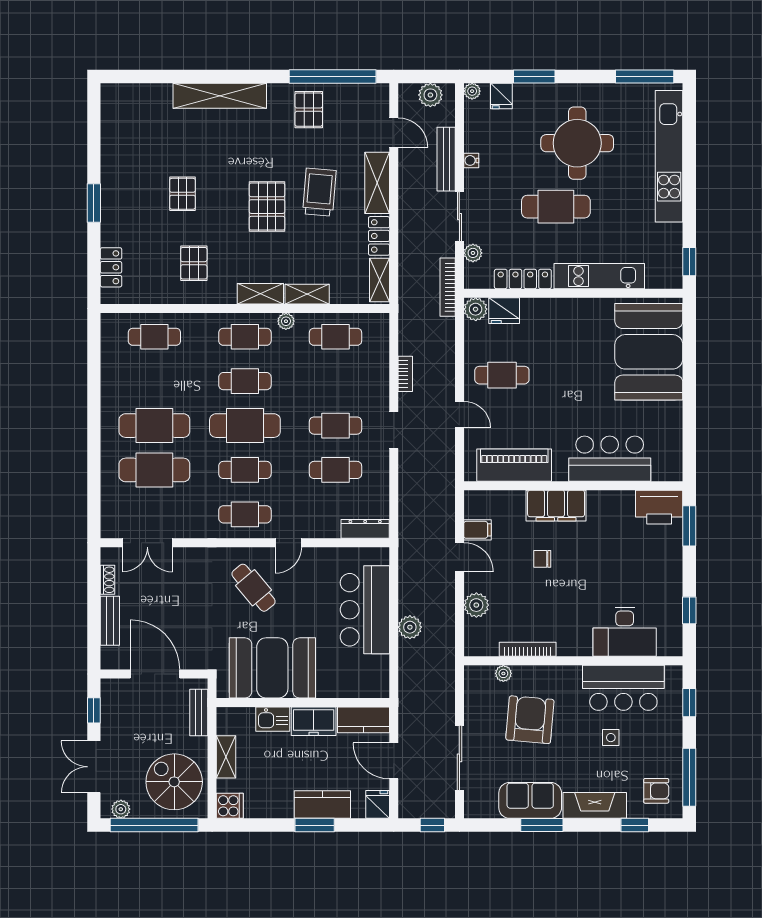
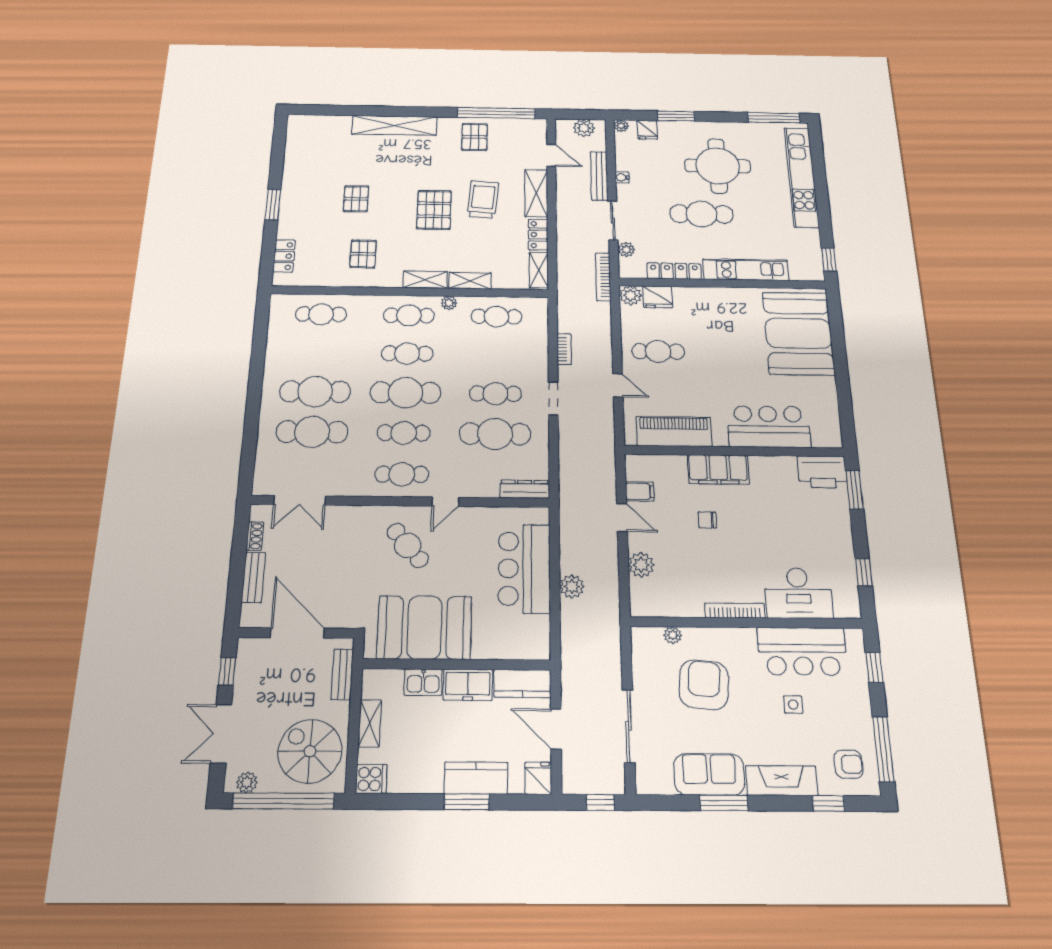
cafe table: (335, 470) -> (495, 434), width x1.37, depth x1.35
bookcase: (528, 649) -> (735, 611), moved

